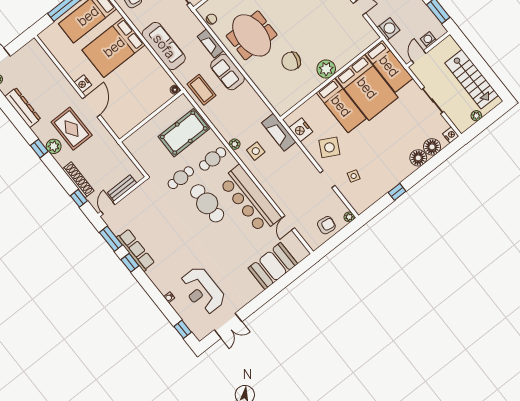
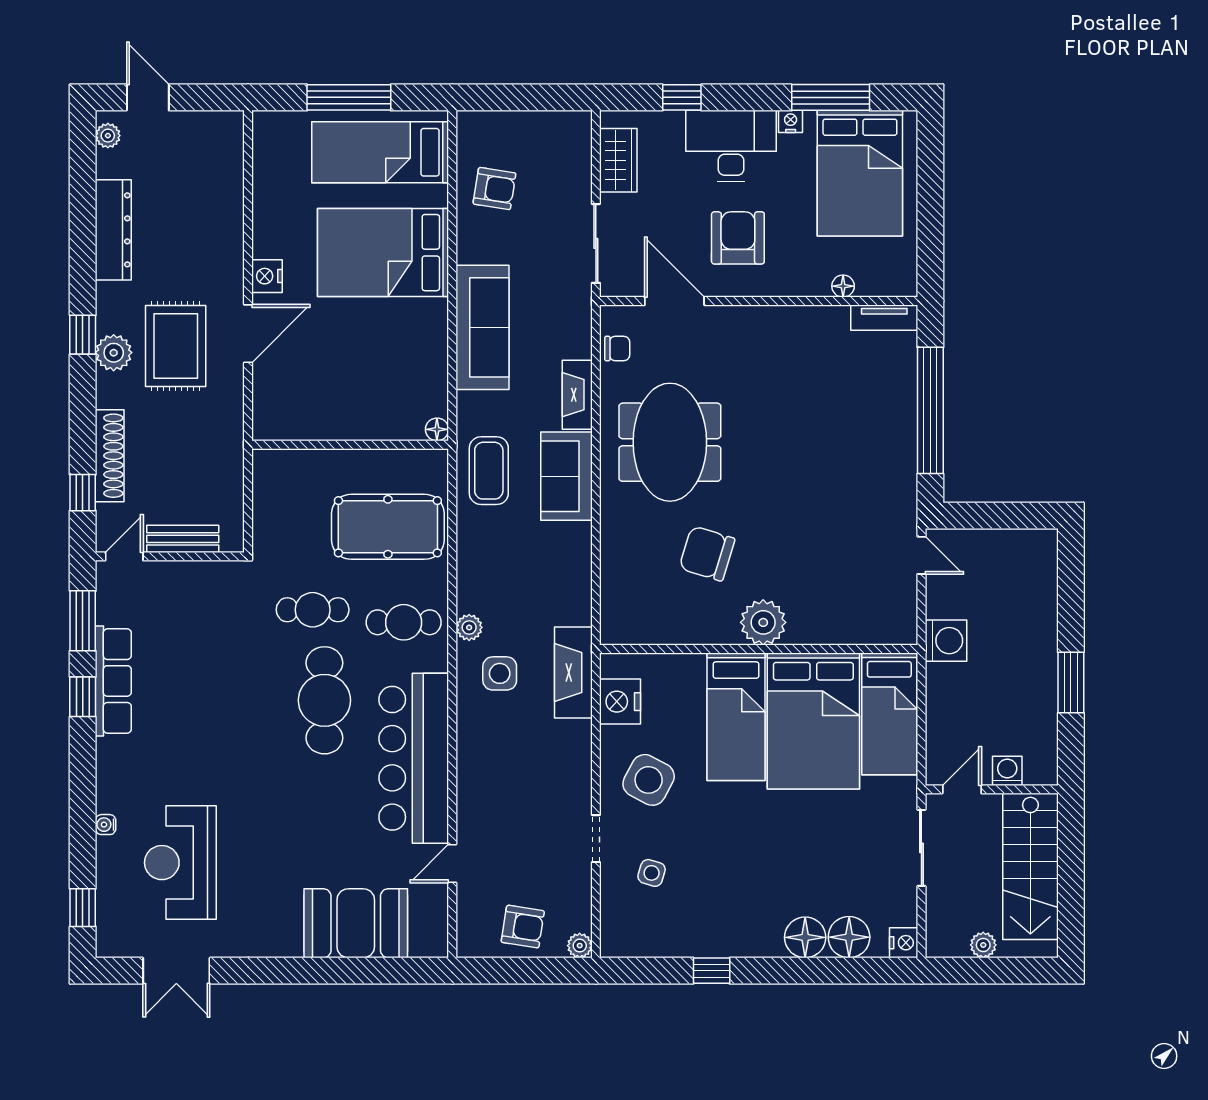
washing machine: (428, 40) -> (1007, 771), moved
wall: (428, 49) -> (992, 789), moved
door: (419, 57) -> (962, 789), moved

